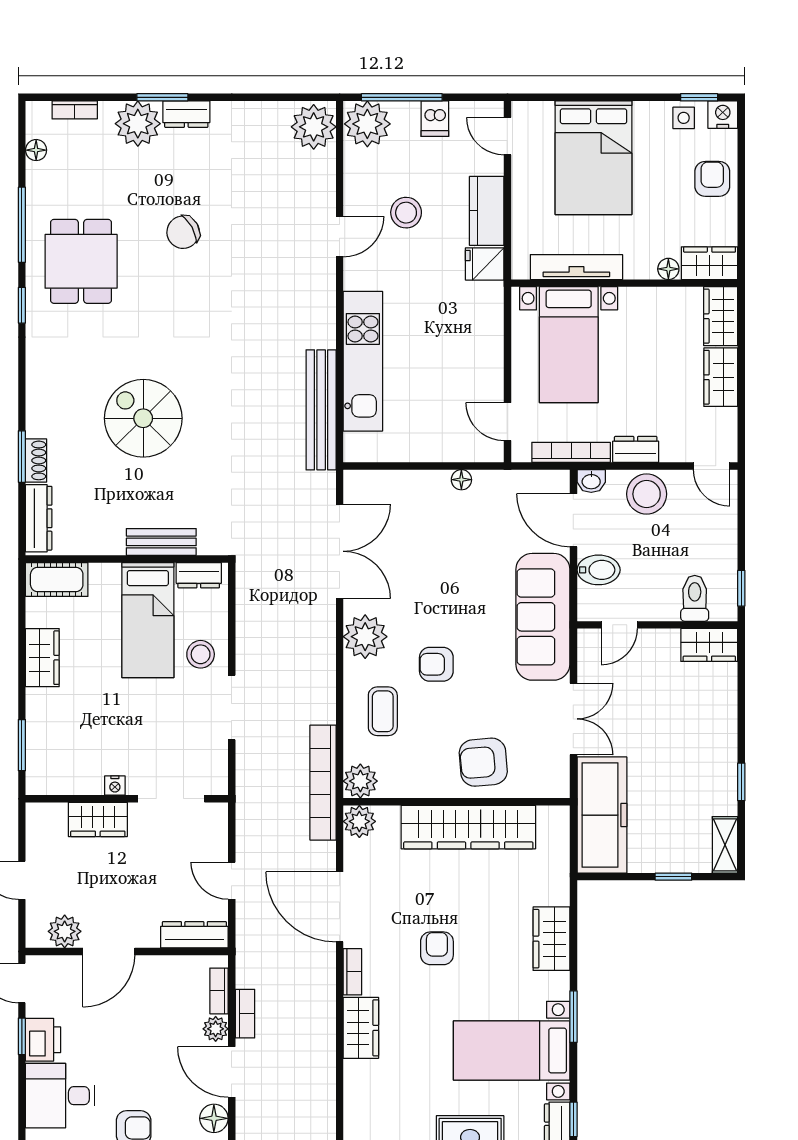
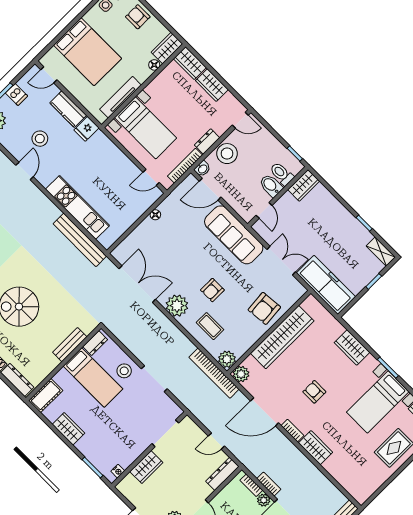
bidet: (599, 570) -> (271, 186), moved, turned -90
nightstand: (115, 785) -> (118, 471), moved

